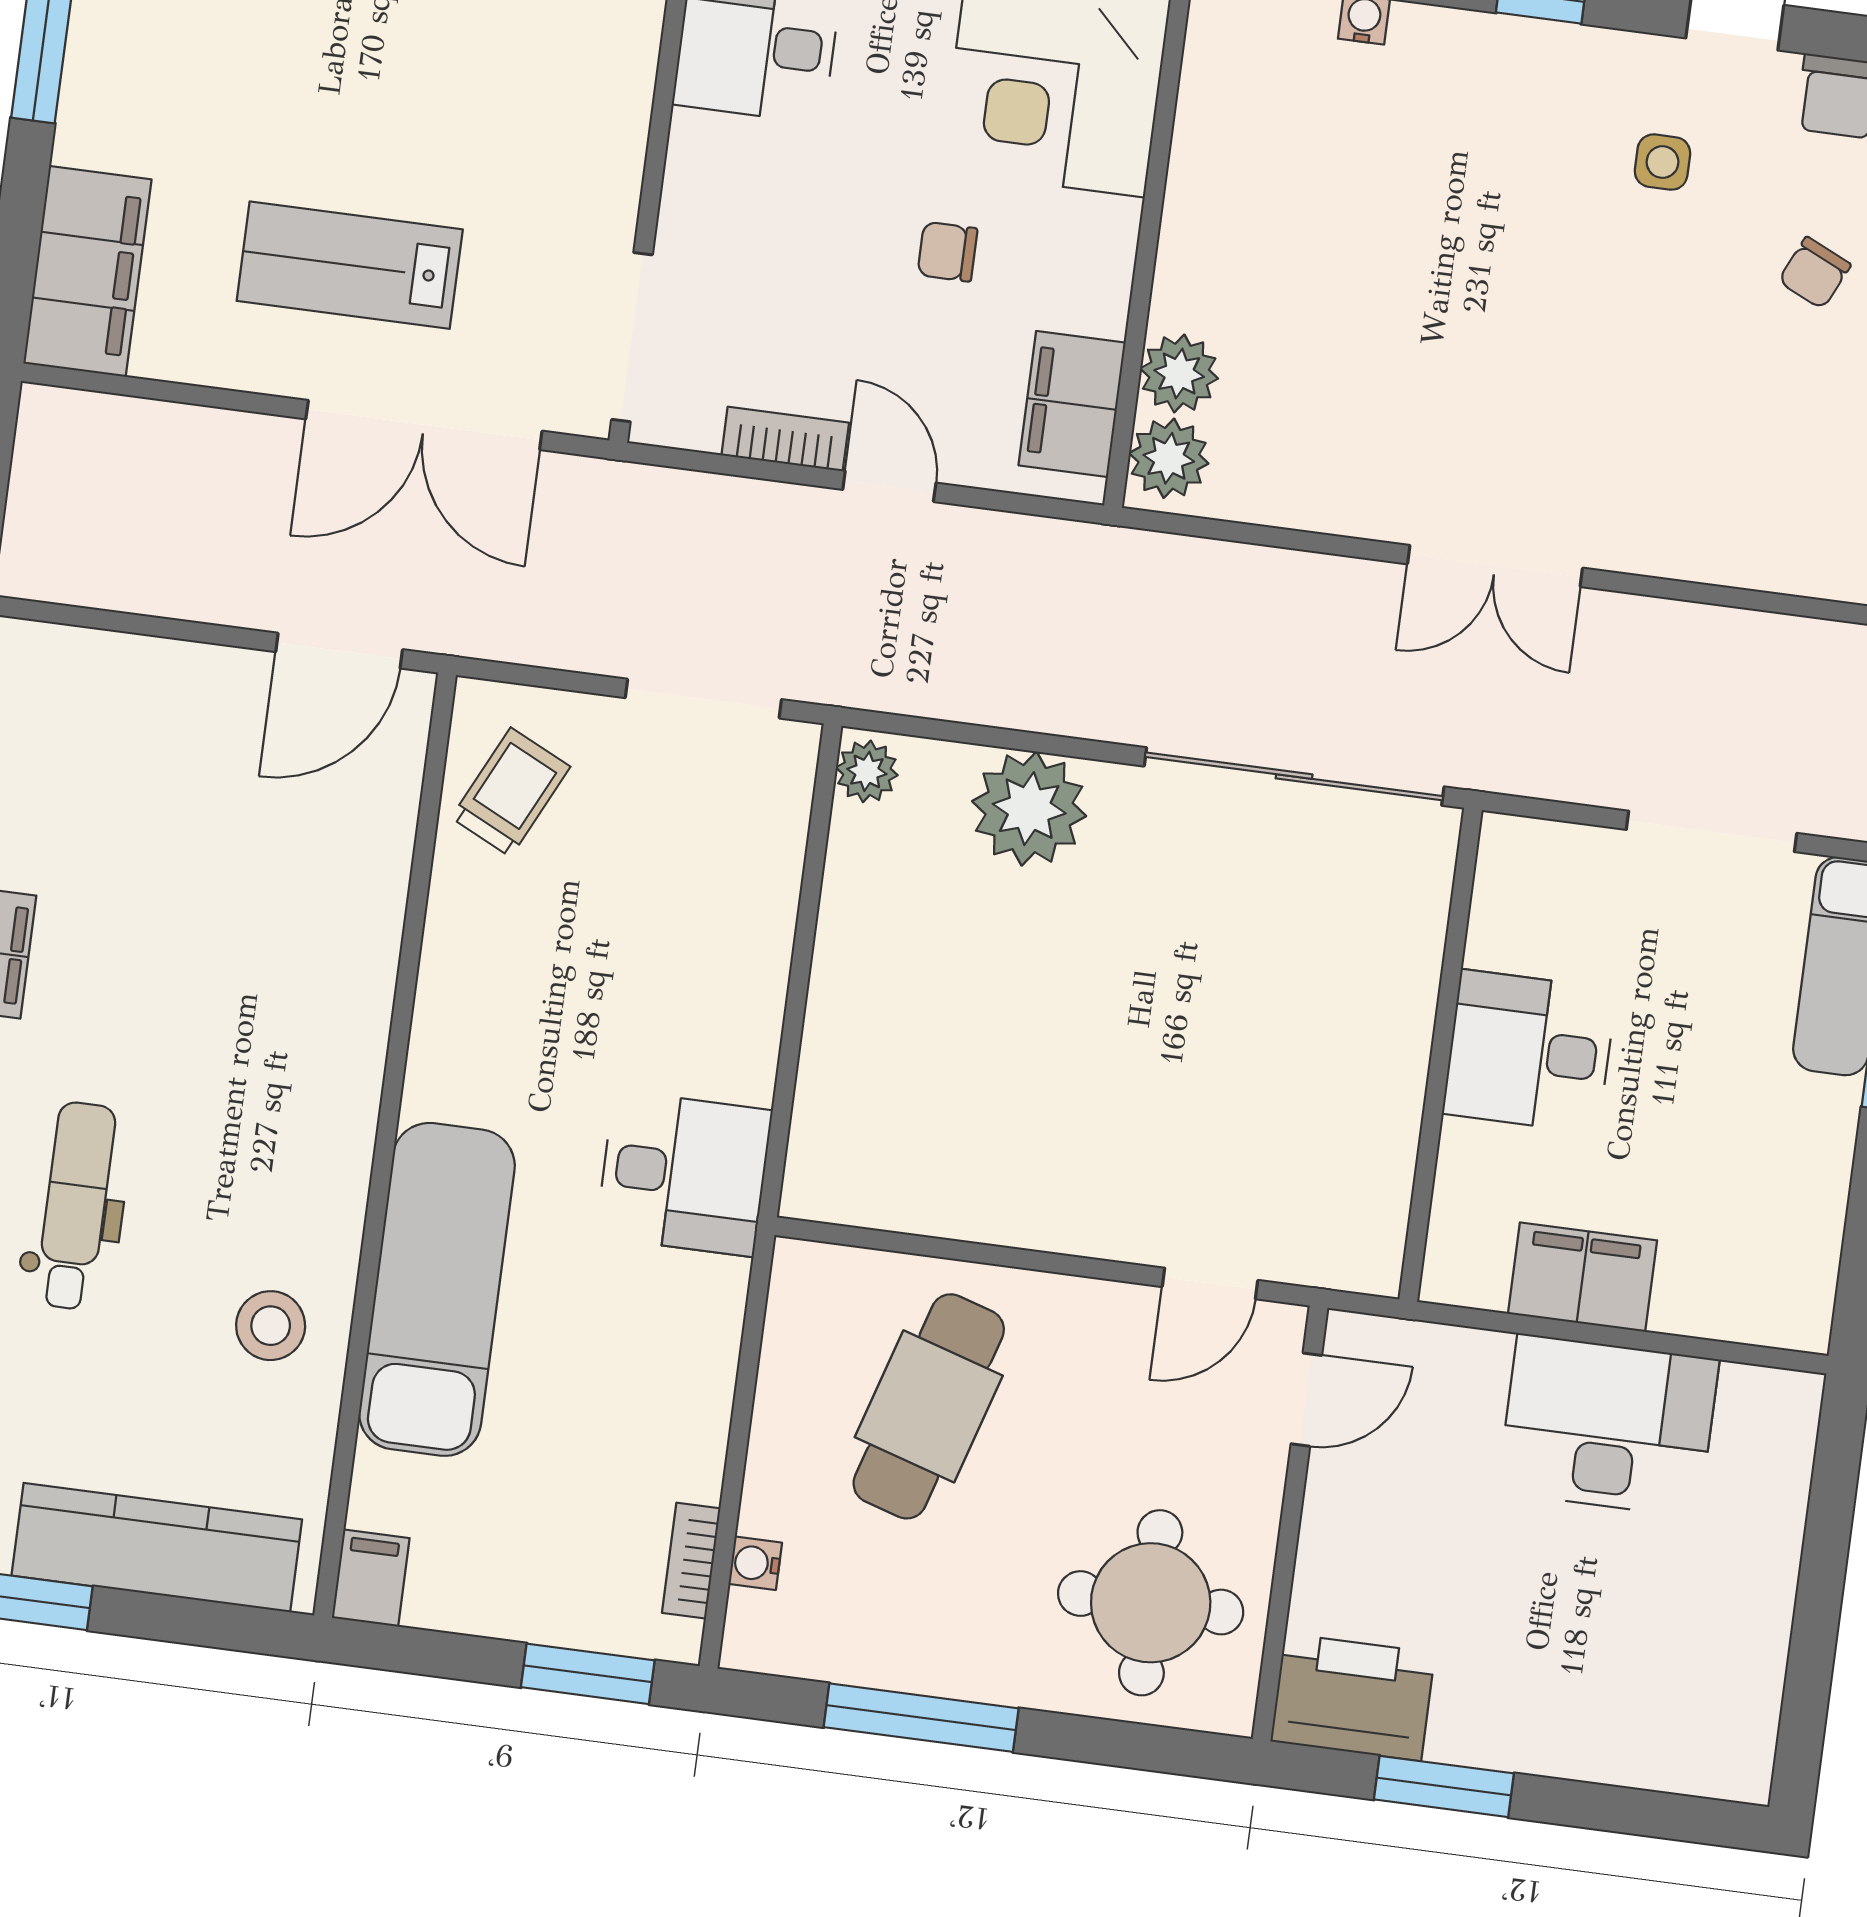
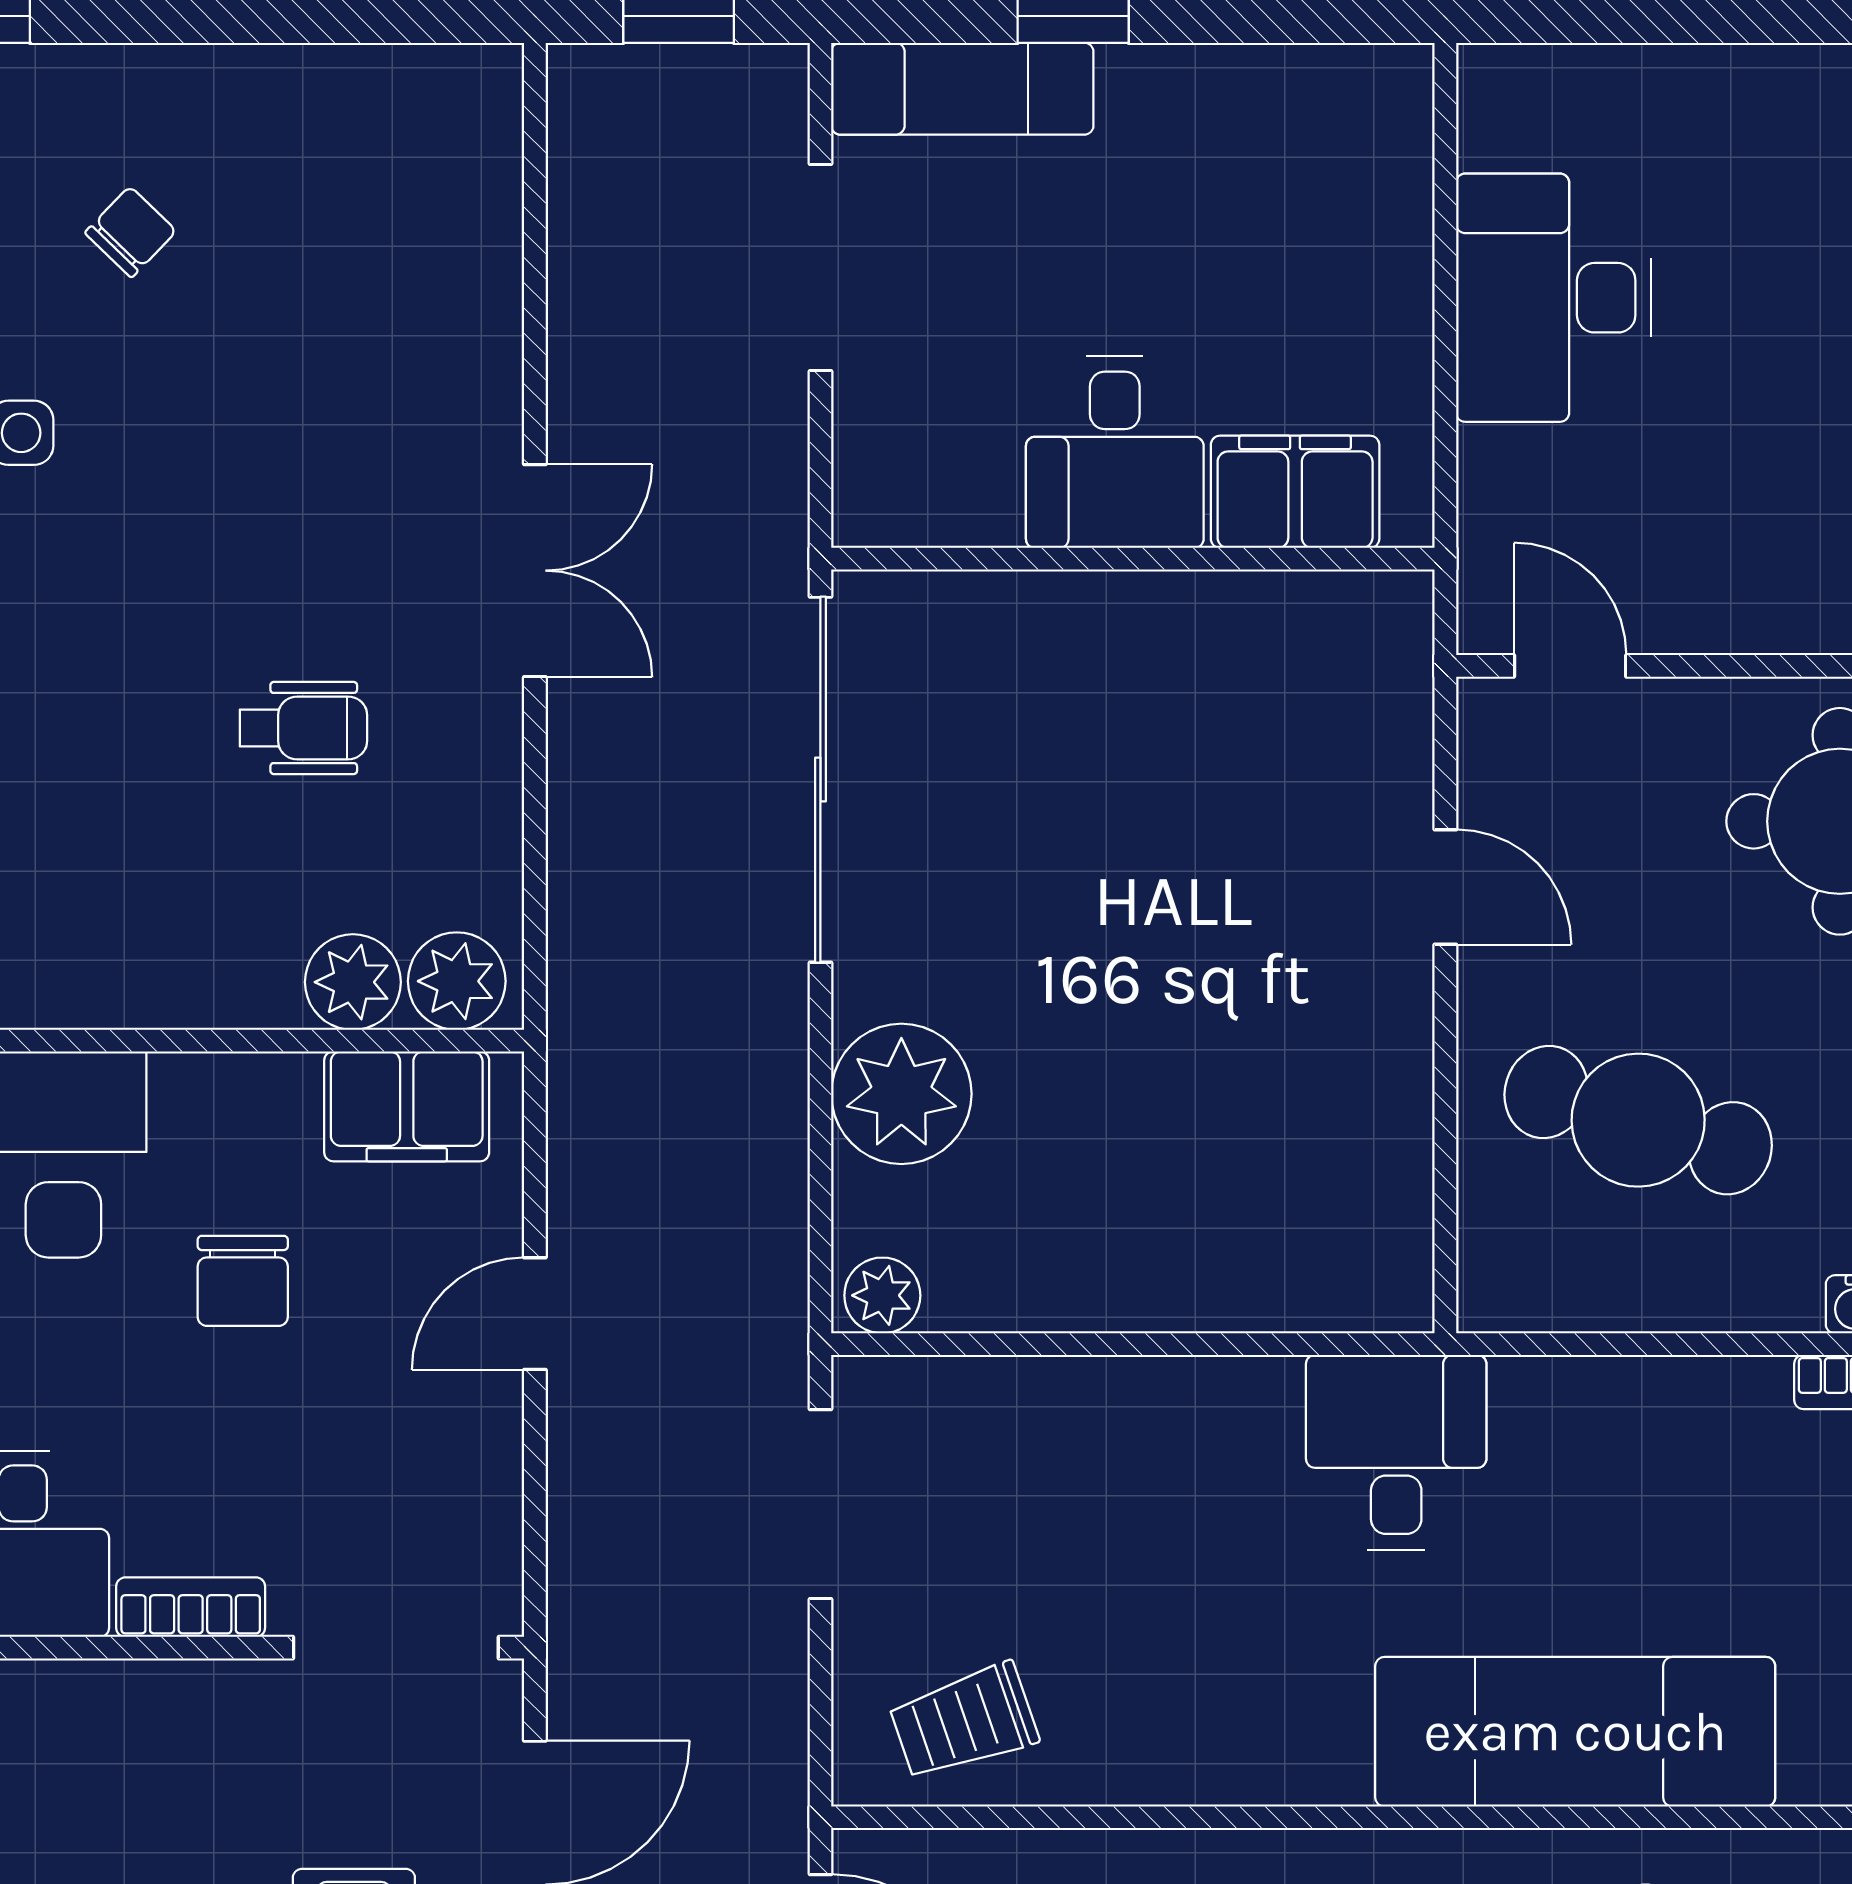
chair: (947, 252) -> (243, 1281), width x1.37, depth x1.37
chair: (1815, 273) -> (131, 232), turned -71
wheelchair: (1392, 361) -> (304, 728), added
bookcase: (785, 439) -> (191, 1607), moved, turned 90
trolley: (511, 792) -> (964, 1722), turned -45
filing cabinet: (1583, 1277) -> (1295, 492), moved, turned 90
door: (1210, 1283) -> (1445, 887), moved

